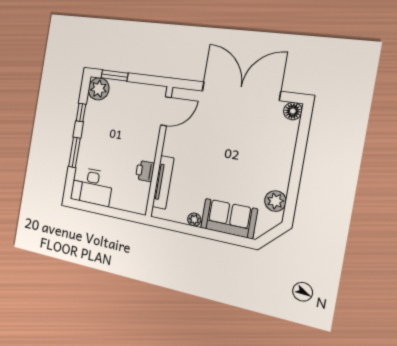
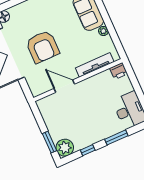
door: (166, 111) -> (64, 86), moved
armchair: (223, 136) -> (42, 47), added
printer: (145, 171) -> (119, 71), moved

